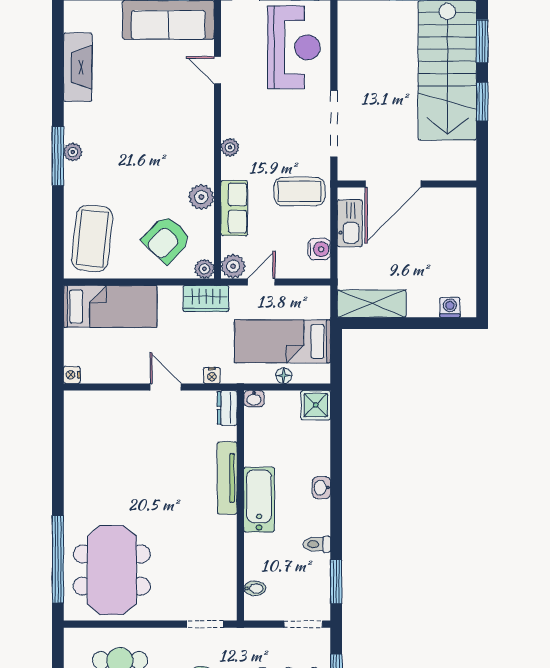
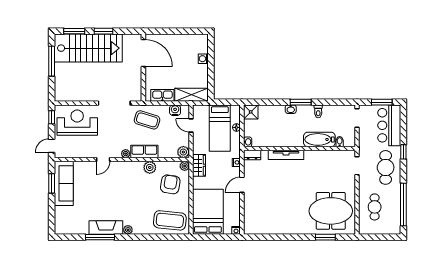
fireplace: (78, 67) -> (106, 227), moved
door: (218, 70) -> (103, 160), moved
window: (58, 156) -> (100, 237), moved
door: (393, 184) -> (143, 53), moved
coffee table: (299, 191) -> (147, 120), turned -73
row of seats: (234, 208) -> (144, 151), moved
armchair: (167, 239) -> (170, 184), turned -125
door: (261, 282) -> (191, 125), moved
shelving: (372, 304) -> (191, 95), moved, turned 90
bed: (110, 306) -> (208, 212), width x1.50
washing machine: (450, 307) -> (203, 59), moved
bathtub: (259, 500) -> (319, 139), moved
window: (58, 559) -> (325, 237), width x0.47
window: (336, 582) -> (301, 102), moved

